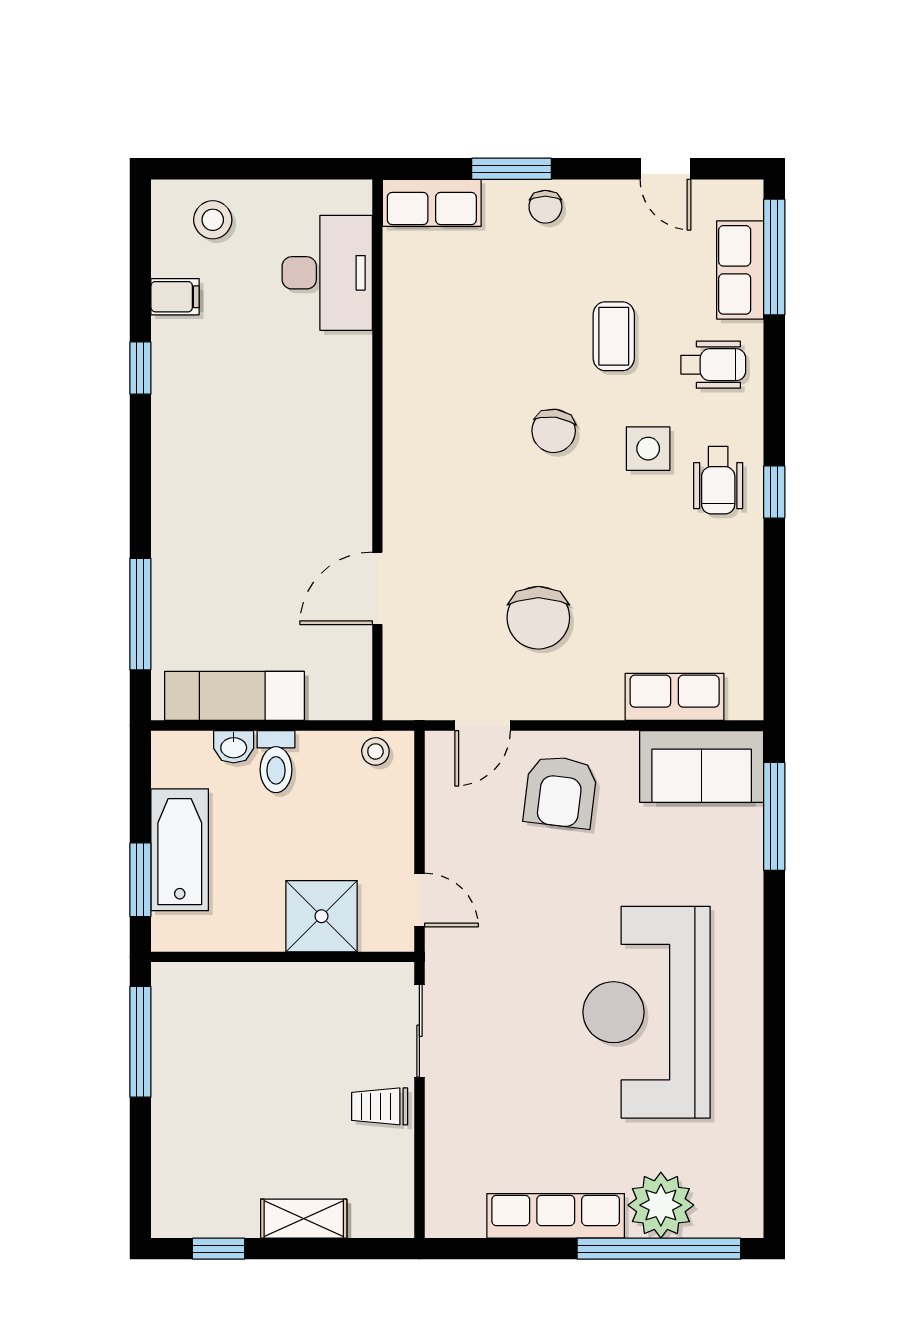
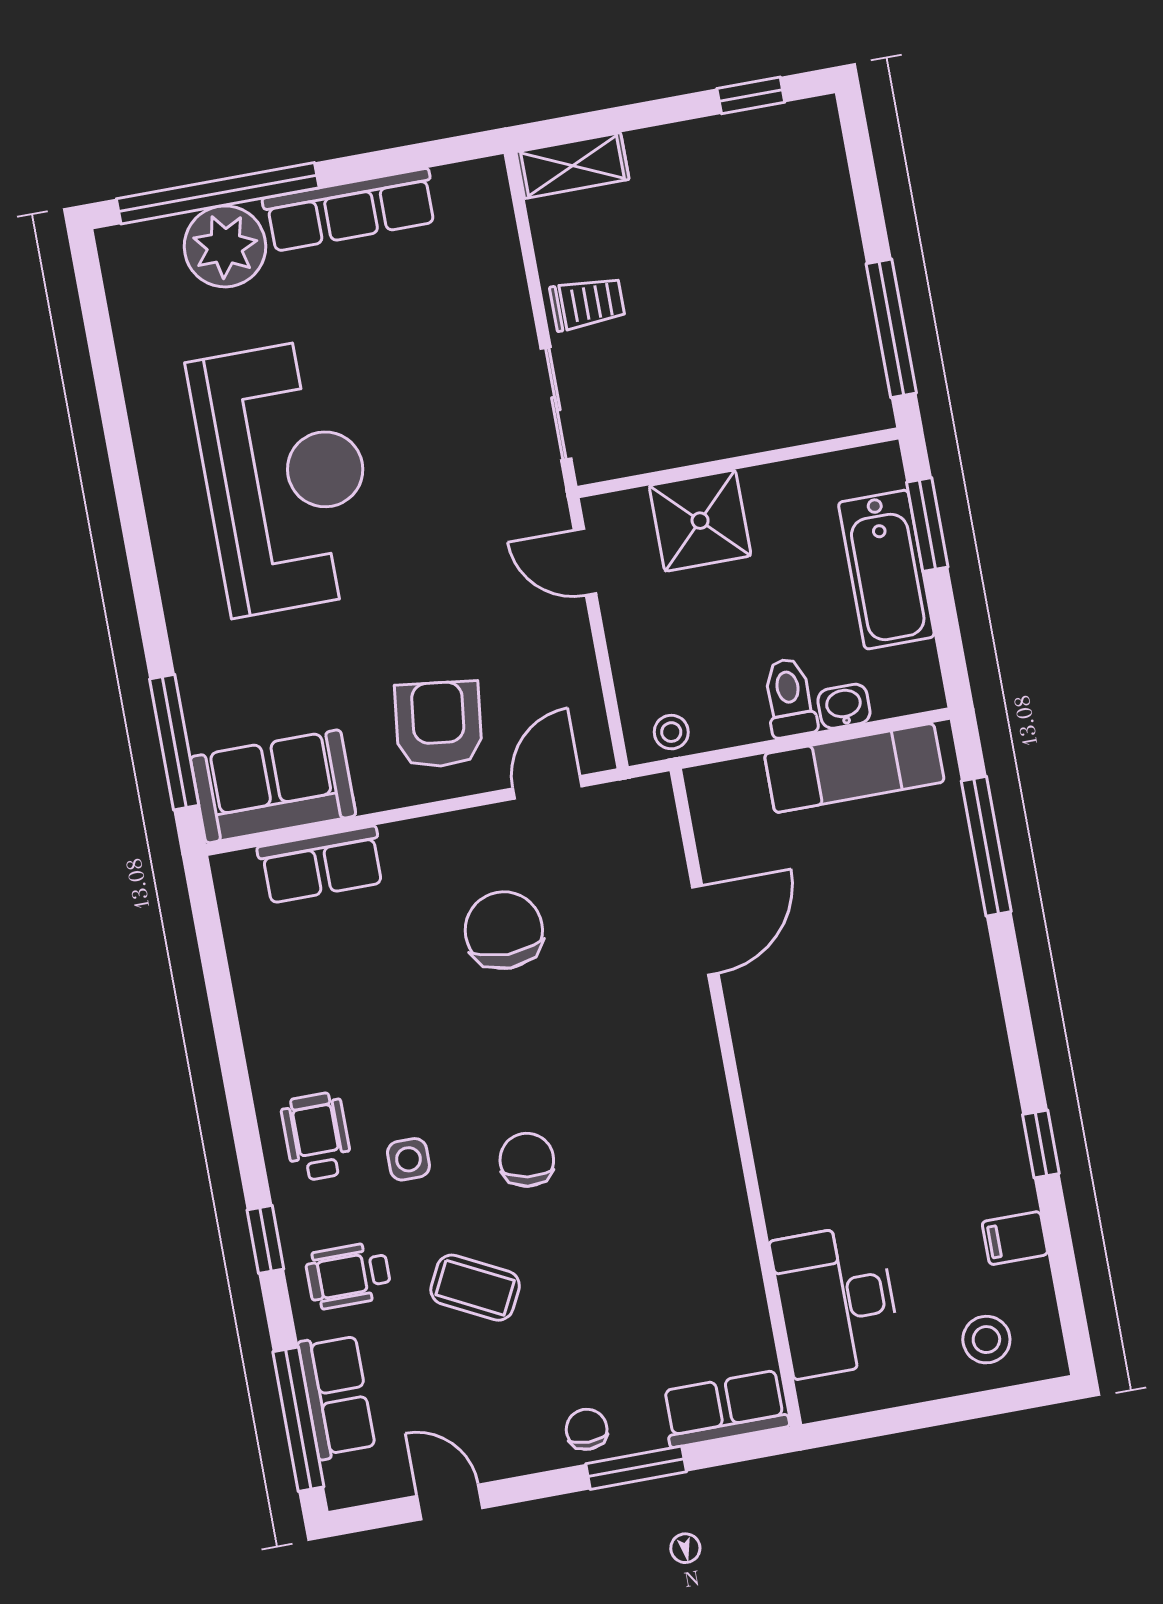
coffee table: (614, 336) -> (475, 1288), turned -63
side table: (648, 449) -> (408, 1159), width x0.73, depth x0.73
window: (774, 492) -> (265, 1239), moved
shelving: (304, 1219) -> (572, 166), moved

